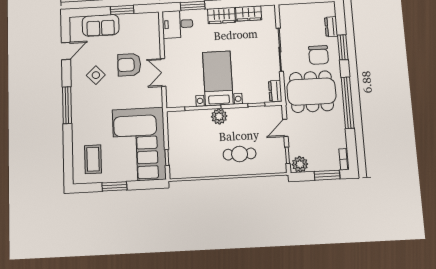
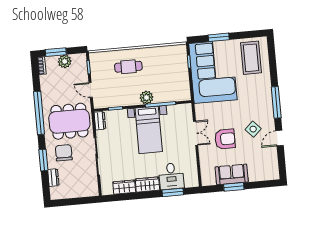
desk: (178, 24) -> (171, 176), moved, turned 90
sofa: (101, 25) -> (232, 174), moved
door: (66, 51) -> (279, 138), moved
door: (285, 128) -> (91, 90), swing flipped
coffee table: (93, 159) -> (251, 58), width x1.36, depth x1.32
plant: (300, 164) -> (65, 61), moved
window: (114, 186) -> (219, 37), moved

